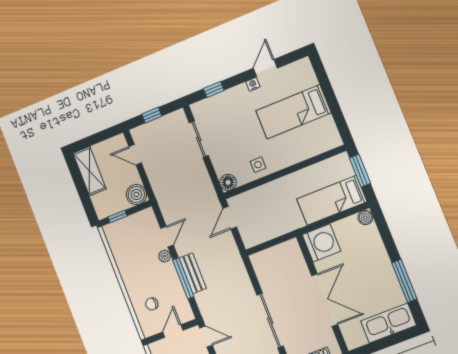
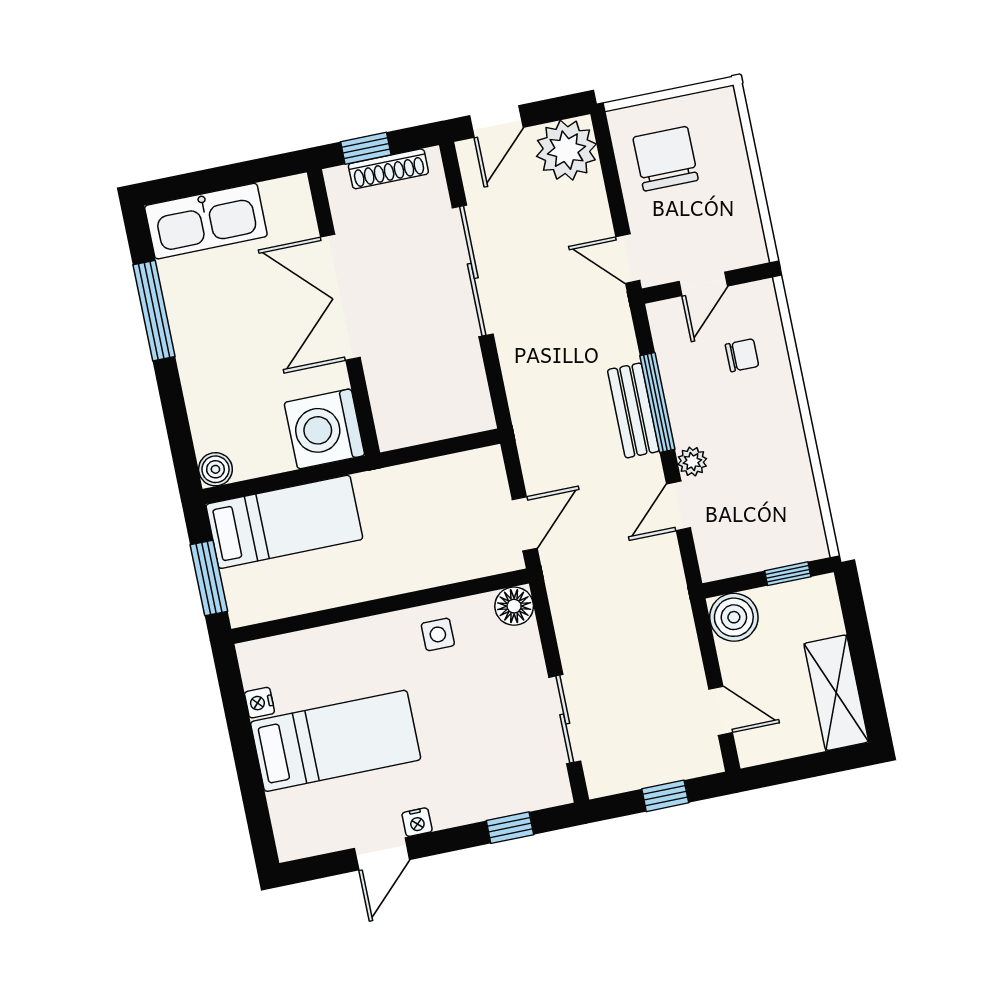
nightstand: (329, 122) -> (259, 703), added

